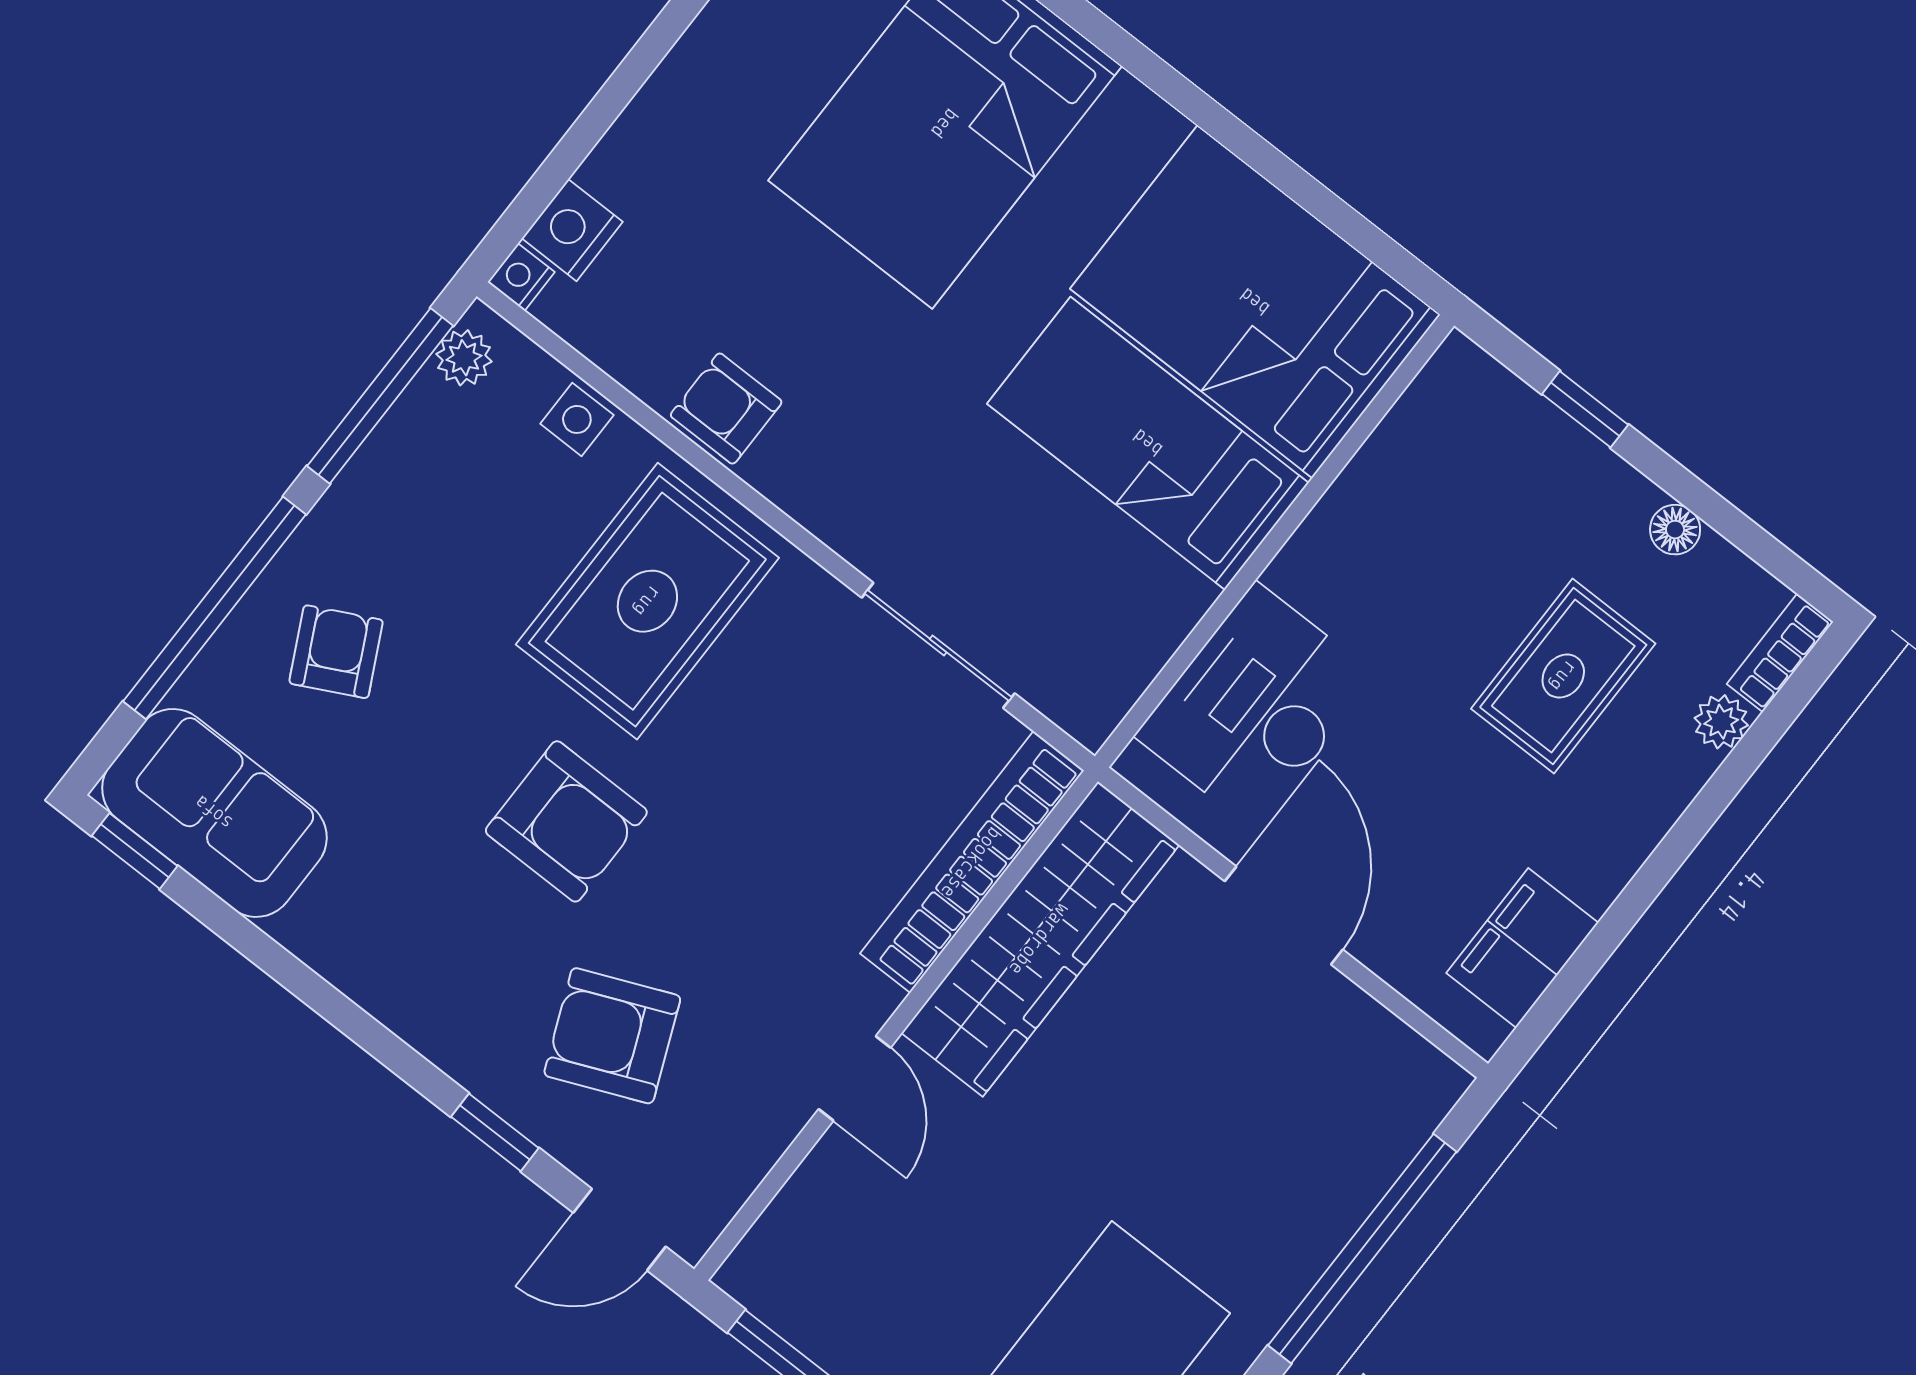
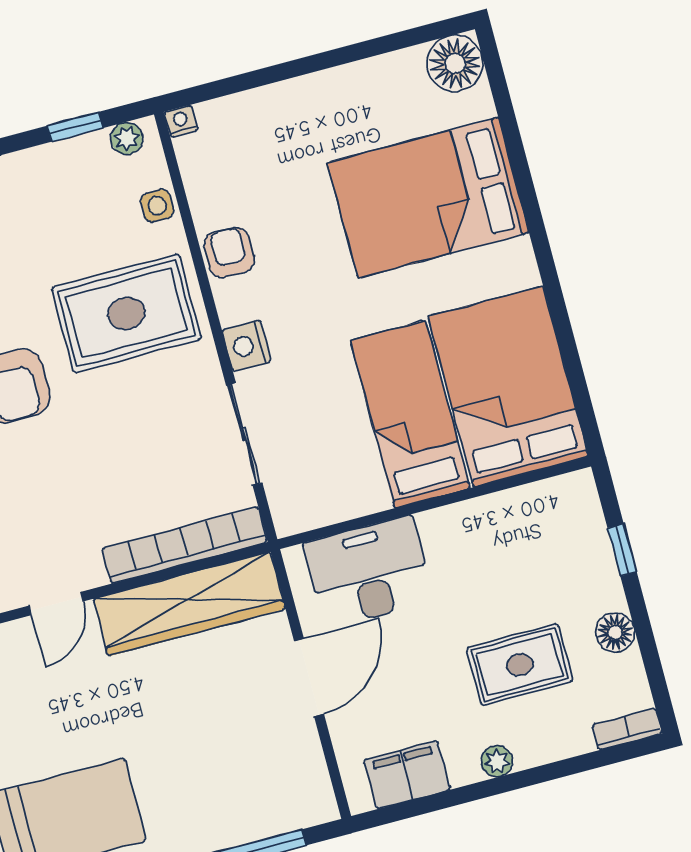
nightstand: (572, 230) -> (247, 346), moved, turned -90
window: (380, 396) -> (75, 127), width x0.46
floor lamp: (1675, 530) -> (615, 632), width x1.37, depth x1.37
plant: (1721, 722) -> (497, 761), moved

